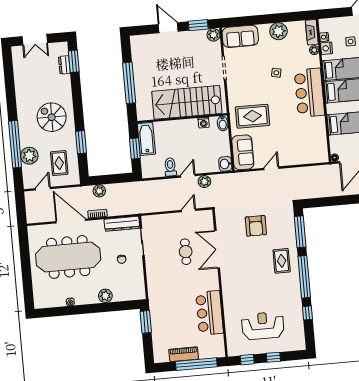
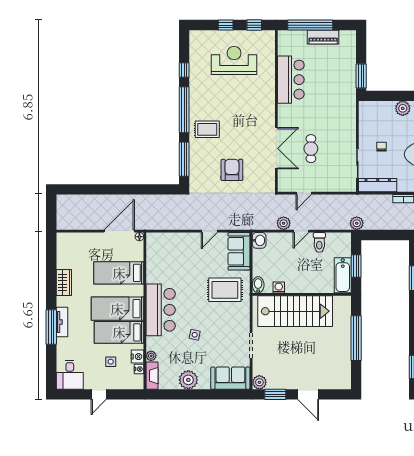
plant: (99, 191) -> (357, 223), moved
rug: (282, 261) -> (207, 129), turned 90
reception desk: (263, 326) -> (234, 60), turned 180

